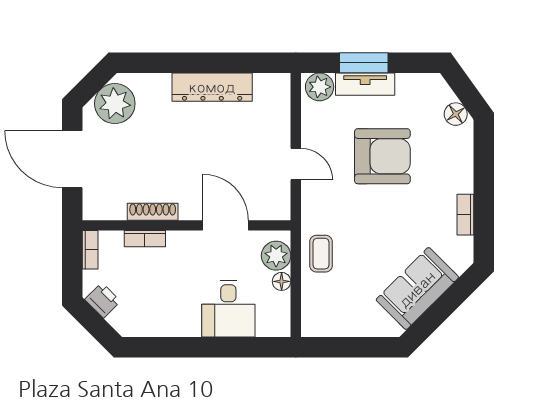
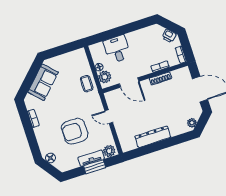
plant: (115, 104) -> (192, 123), width x0.53, depth x0.53

